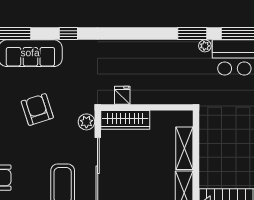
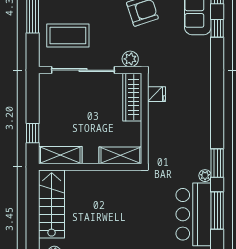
window: (68, 34) -> (217, 28), moved
shelving: (184, 148) -> (120, 155), moved

